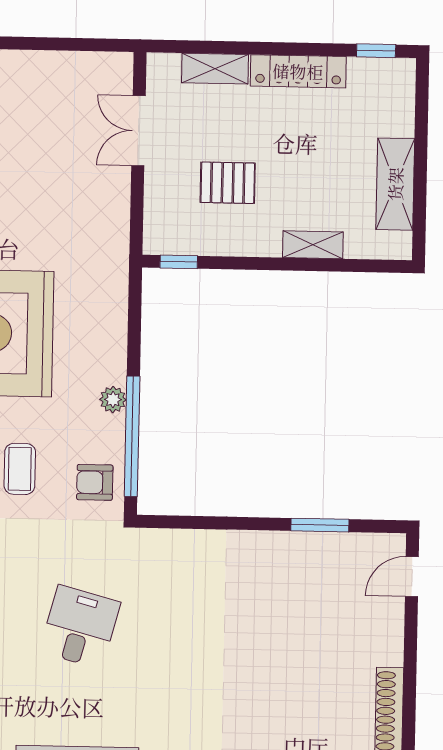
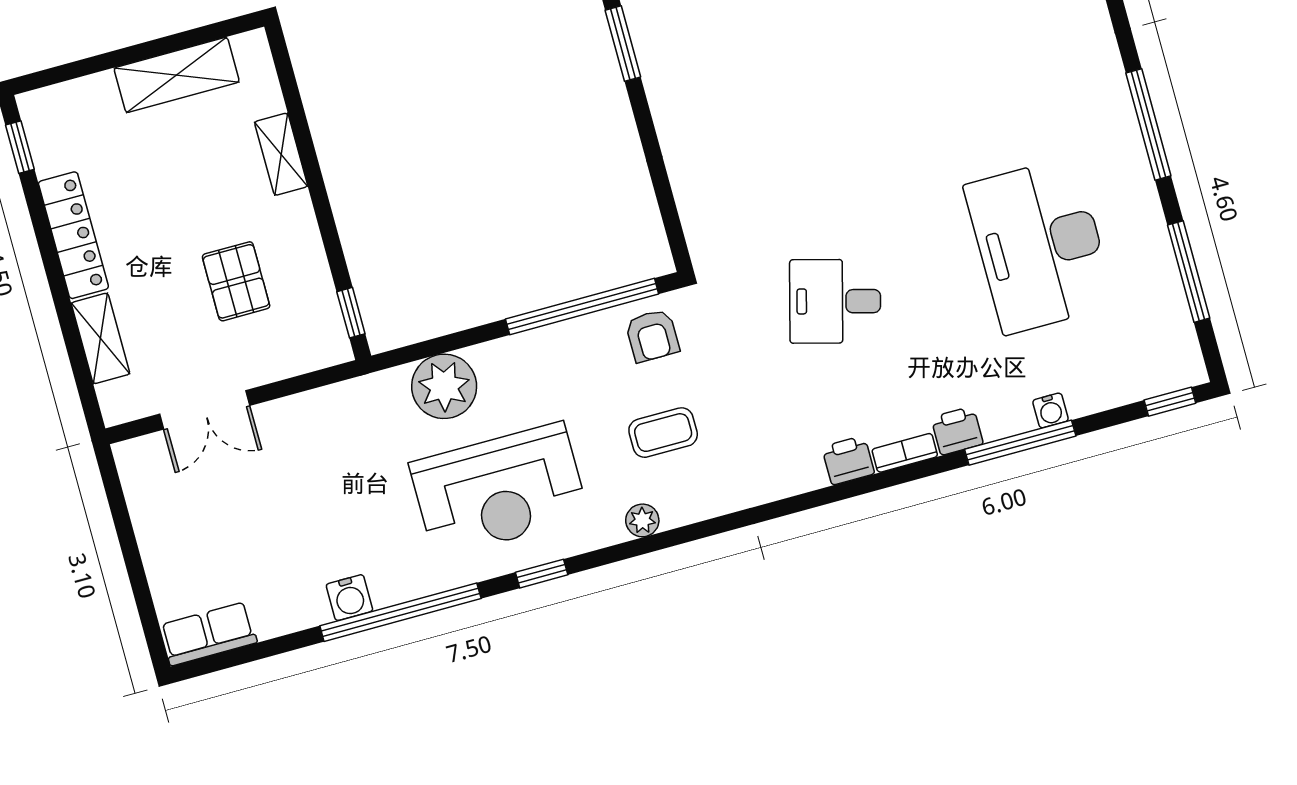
plant: (113, 400) -> (444, 386), moved, width x1.88, depth x1.88

